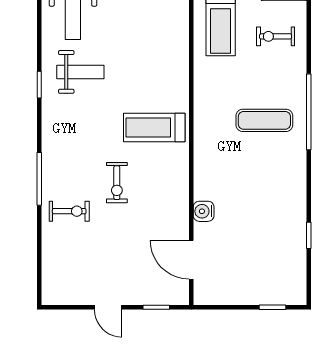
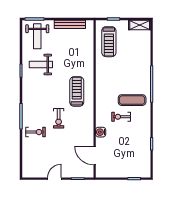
exercise bike: (276, 36) -> (121, 117), moved
weight bench: (80, 72) -> (41, 65), turned 180
exercise mat: (264, 120) -> (132, 100), moved
treadmill: (154, 127) -> (77, 91), turned 90
door: (108, 307) -> (54, 179), swing flipped

